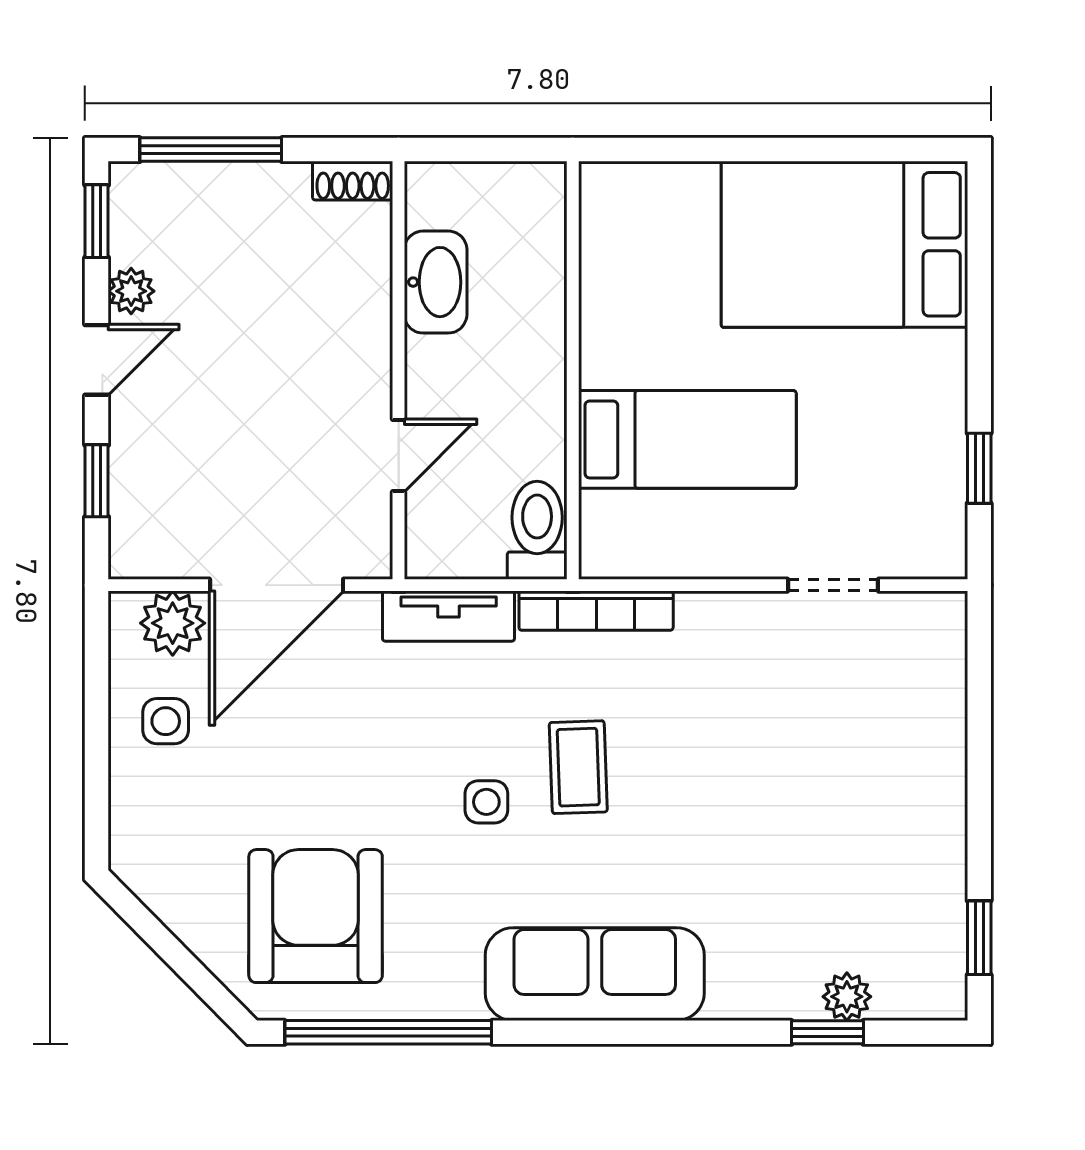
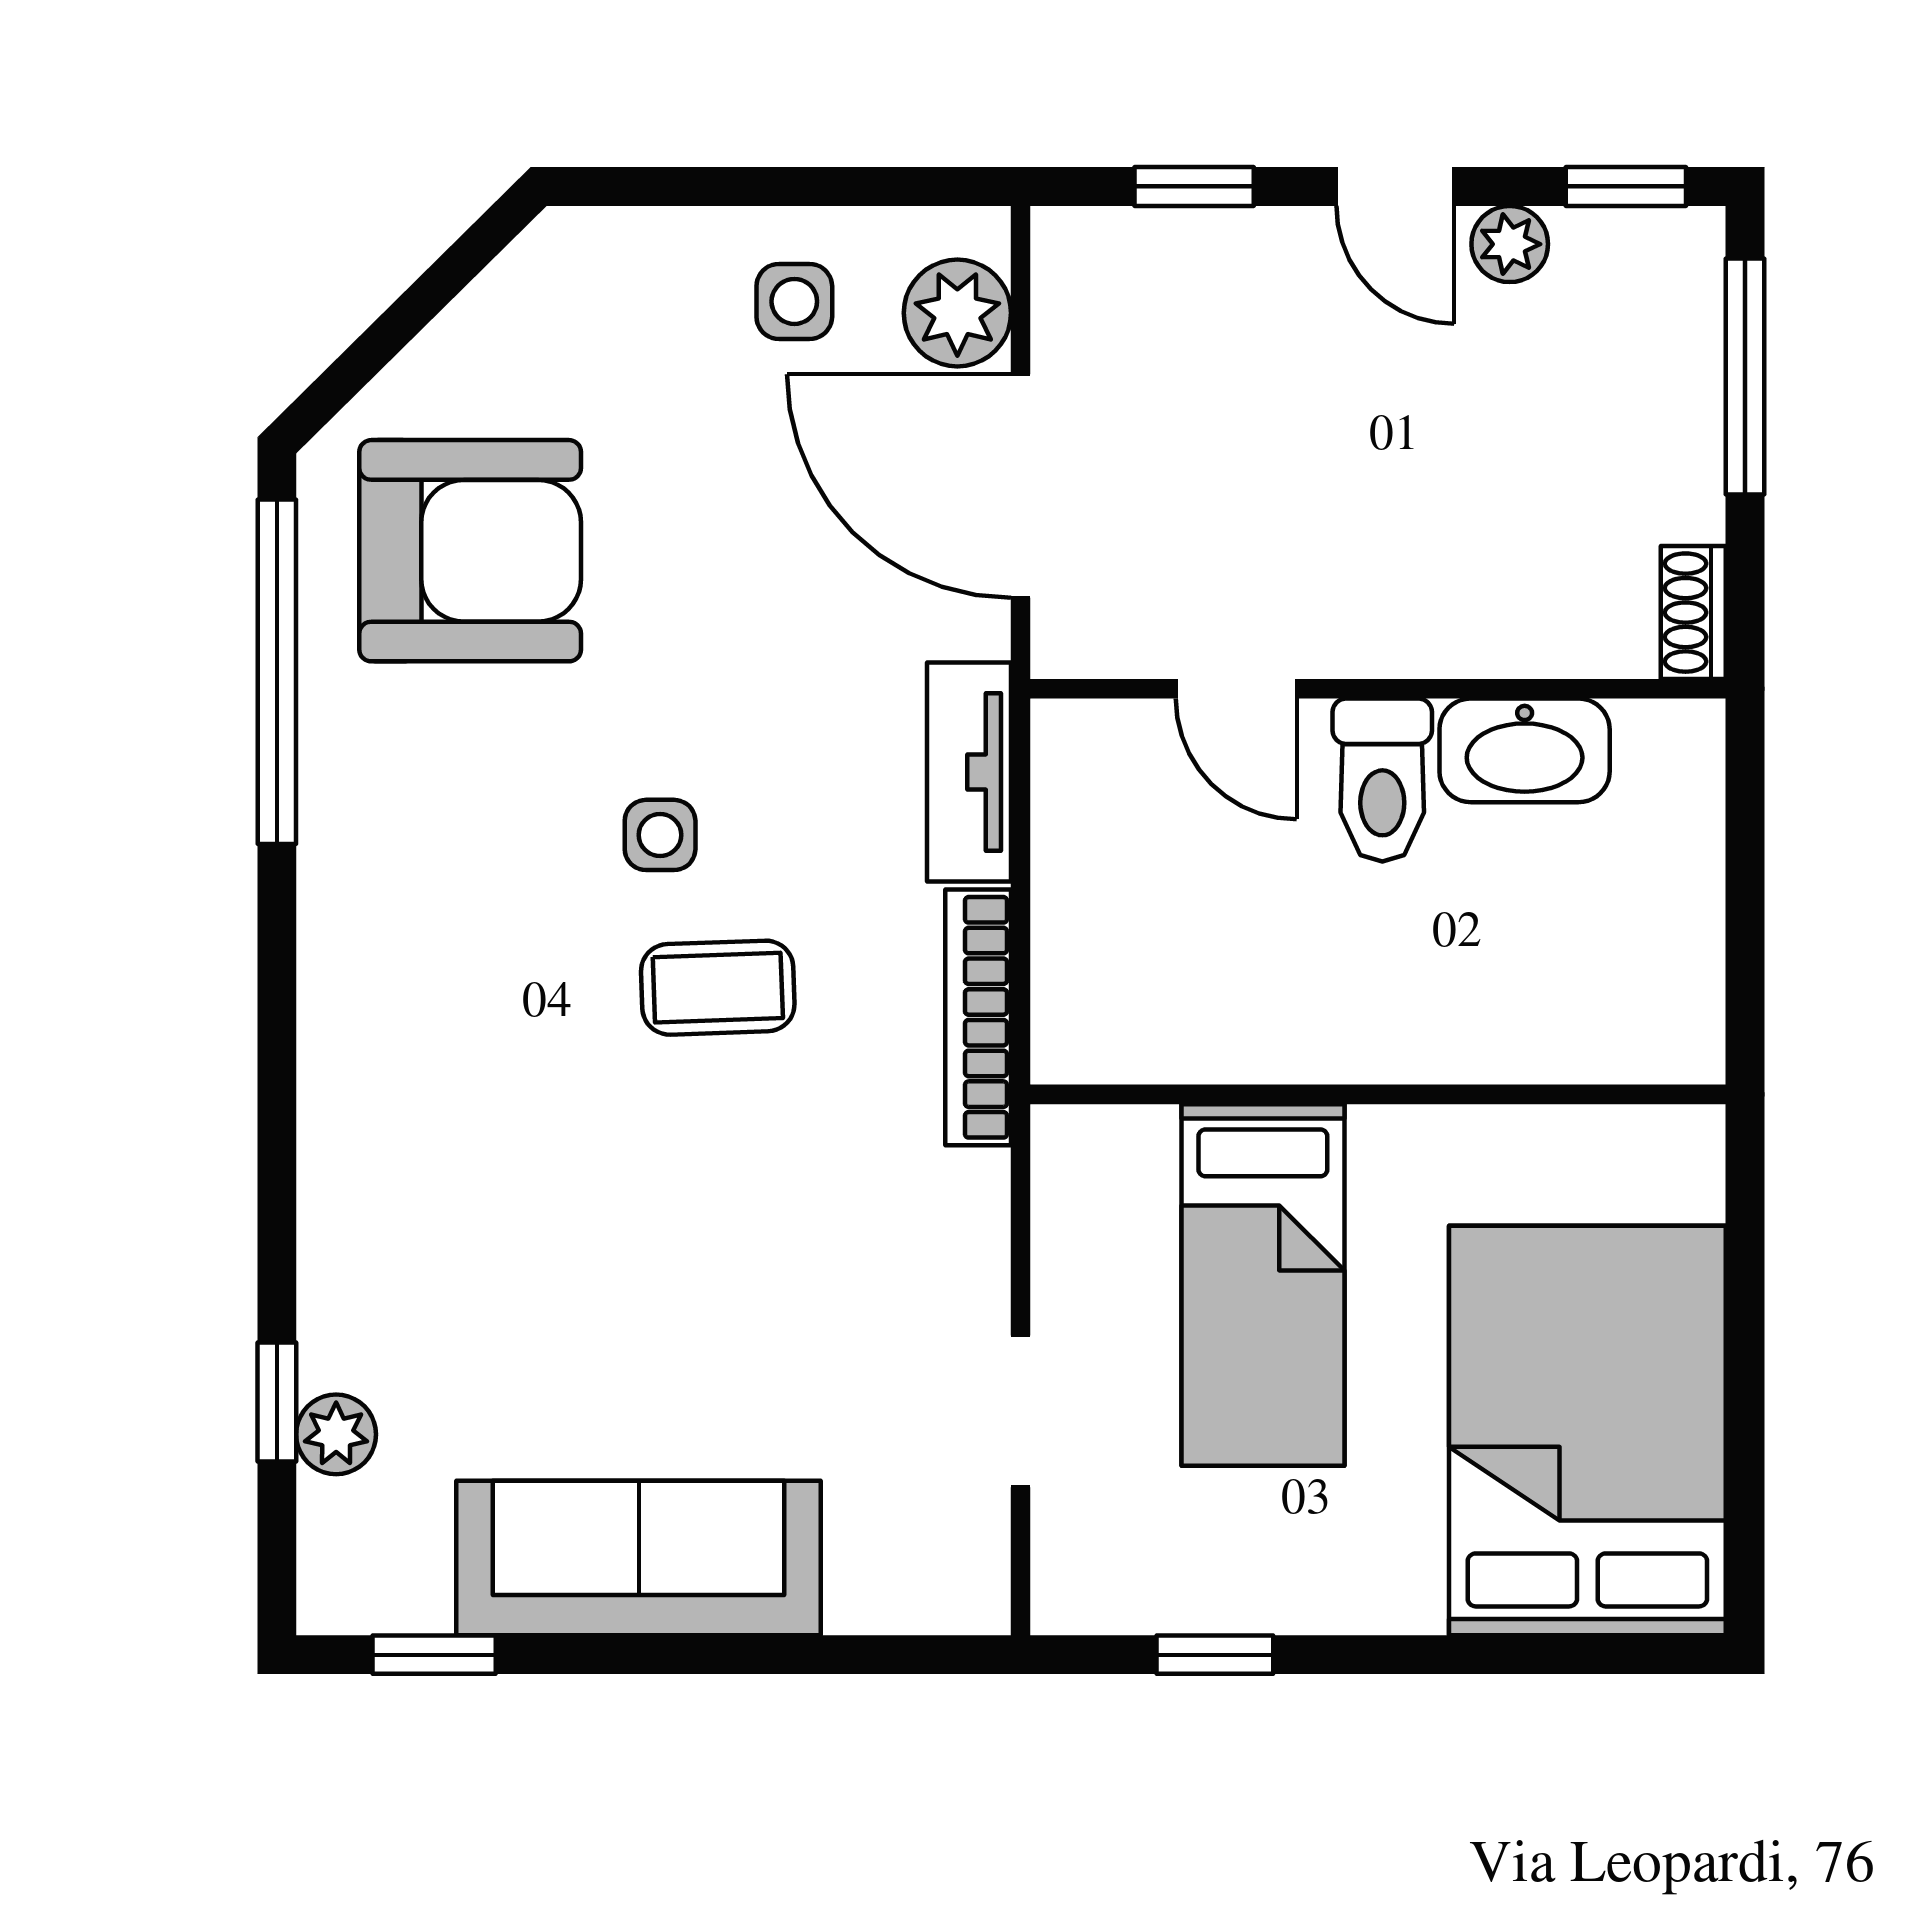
wall: (573, 370) -> (1378, 1094), moved
bed: (687, 439) -> (1263, 1285), moved
toilet: (537, 530) -> (1382, 780), moved, turned 90
sofa: (595, 974) -> (639, 1558), moved, turned -90

